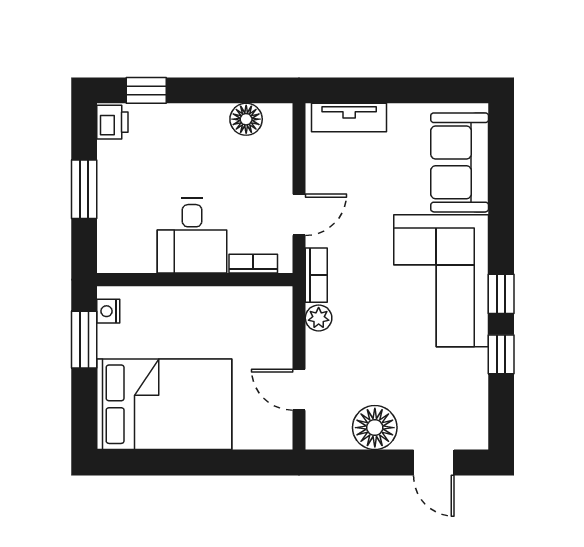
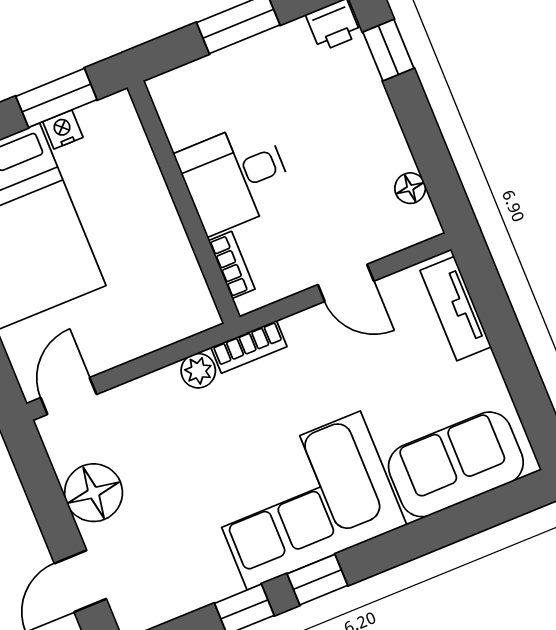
floor lamp: (246, 119) -> (410, 188), width x0.73, depth x0.73
door: (299, 215) -> (346, 283), moved
nightstand: (108, 311) -> (63, 129), moved
door: (299, 390) -> (69, 396), moved

